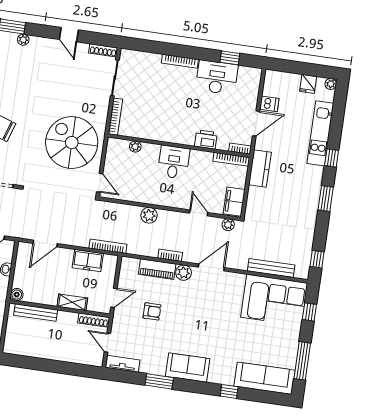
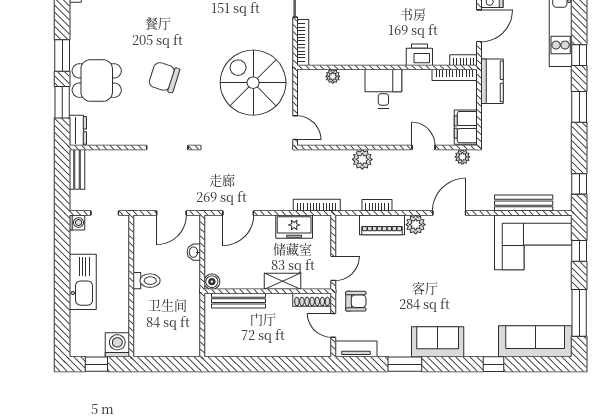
bookcase: (170, 255) -> (377, 205), moved
armchair: (152, 311) -> (356, 301), moved

